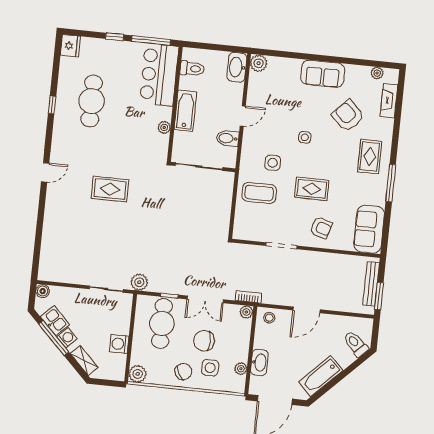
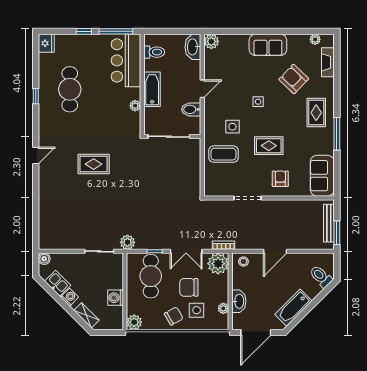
armchair: (321, 228) -> (280, 179), turned -107
plant: (246, 312) -> (218, 264), width x1.88, depth x1.88
window: (54, 338) -> (58, 299), removed

